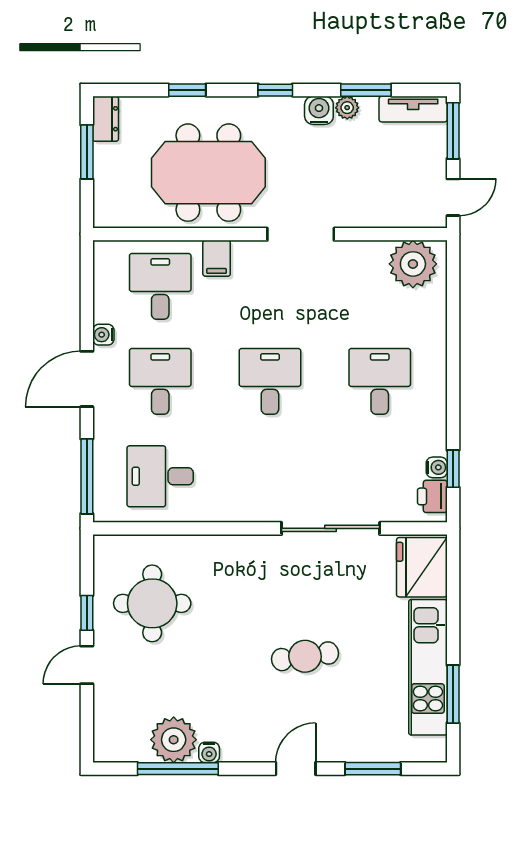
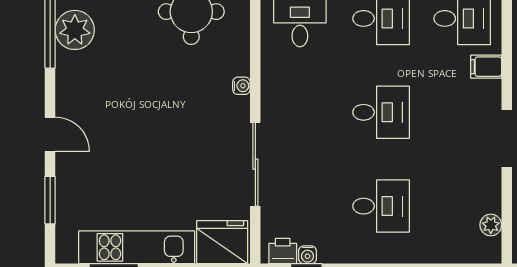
plant: (413, 264) -> (491, 225), width x0.53, depth x0.53
cafe table: (305, 656) -> (146, 142), removed
water cooler: (209, 752) -> (241, 86), moved, turned 180

